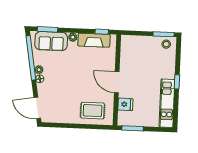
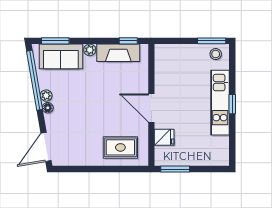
kitchen unit: (167, 103) -> (220, 103), moved
door: (37, 108) -> (46, 147), hinge flipped

